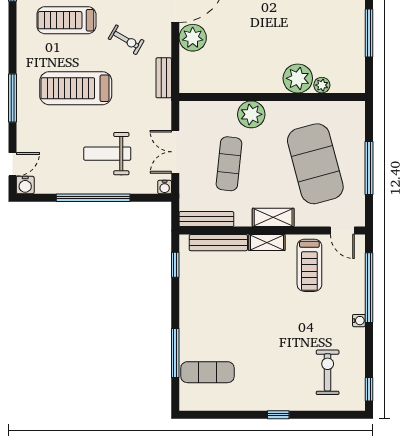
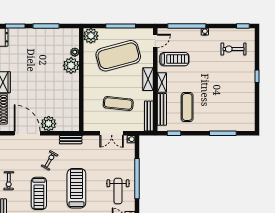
treadmill: (76, 88) -> (76, 188), turned 180
plant: (251, 114) -> (91, 36), moved
weight bench: (107, 154) -> (118, 191), moved
exercise mat: (207, 372) -> (187, 107), moved

